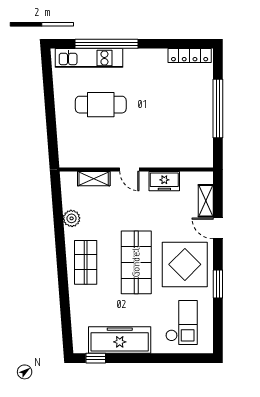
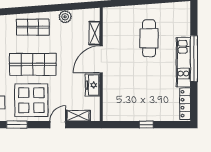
window: (107, 44) -> (194, 59), moved
kitchen unit: (89, 58) -> (183, 62), moved
window: (218, 108) -> (146, 125), width x0.32
door: (129, 169) -> (101, 59), width x1.87

